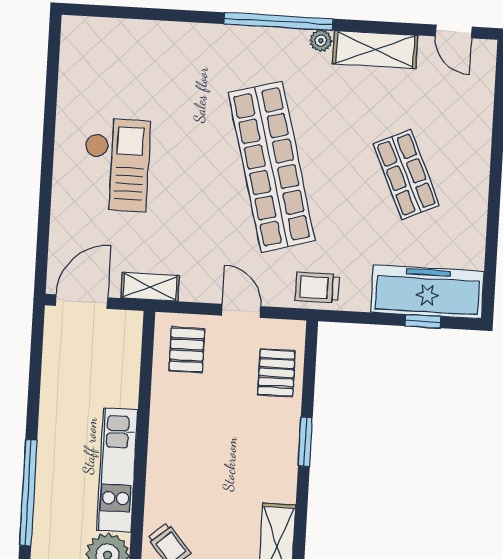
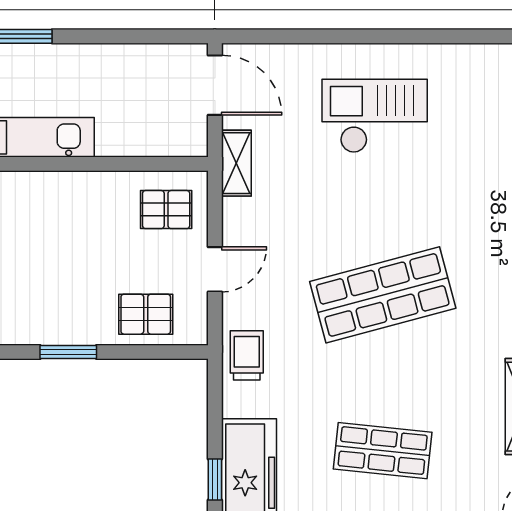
checkout: (116, 165) -> (375, 116), turned 180
shop shelf: (272, 167) -> (383, 295), width x0.71
shop shelf: (406, 175) -> (383, 451), turned 30

